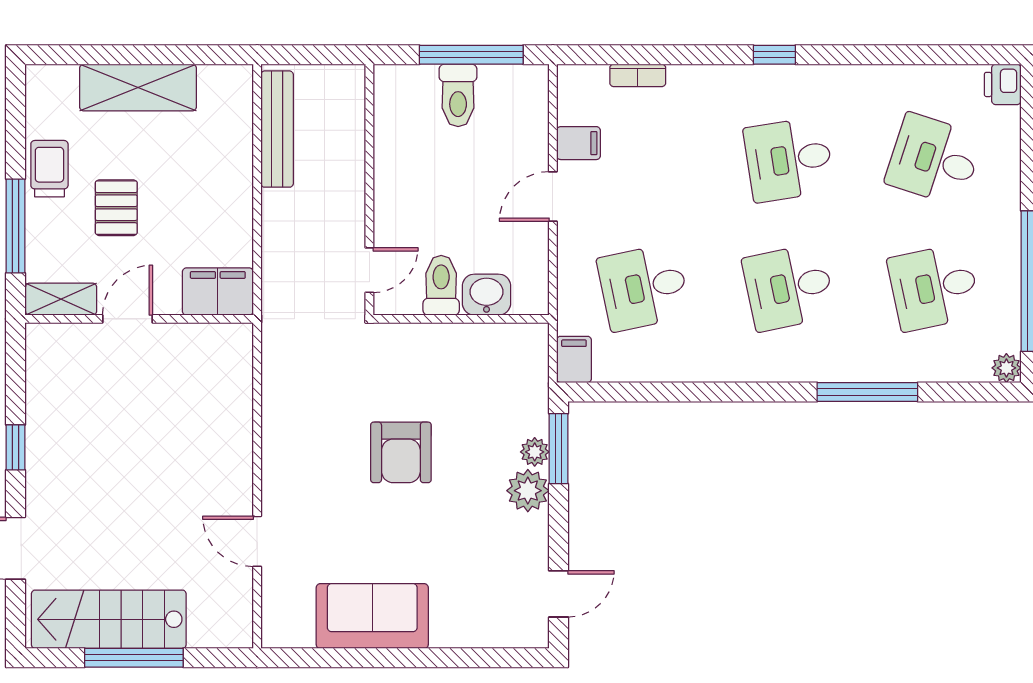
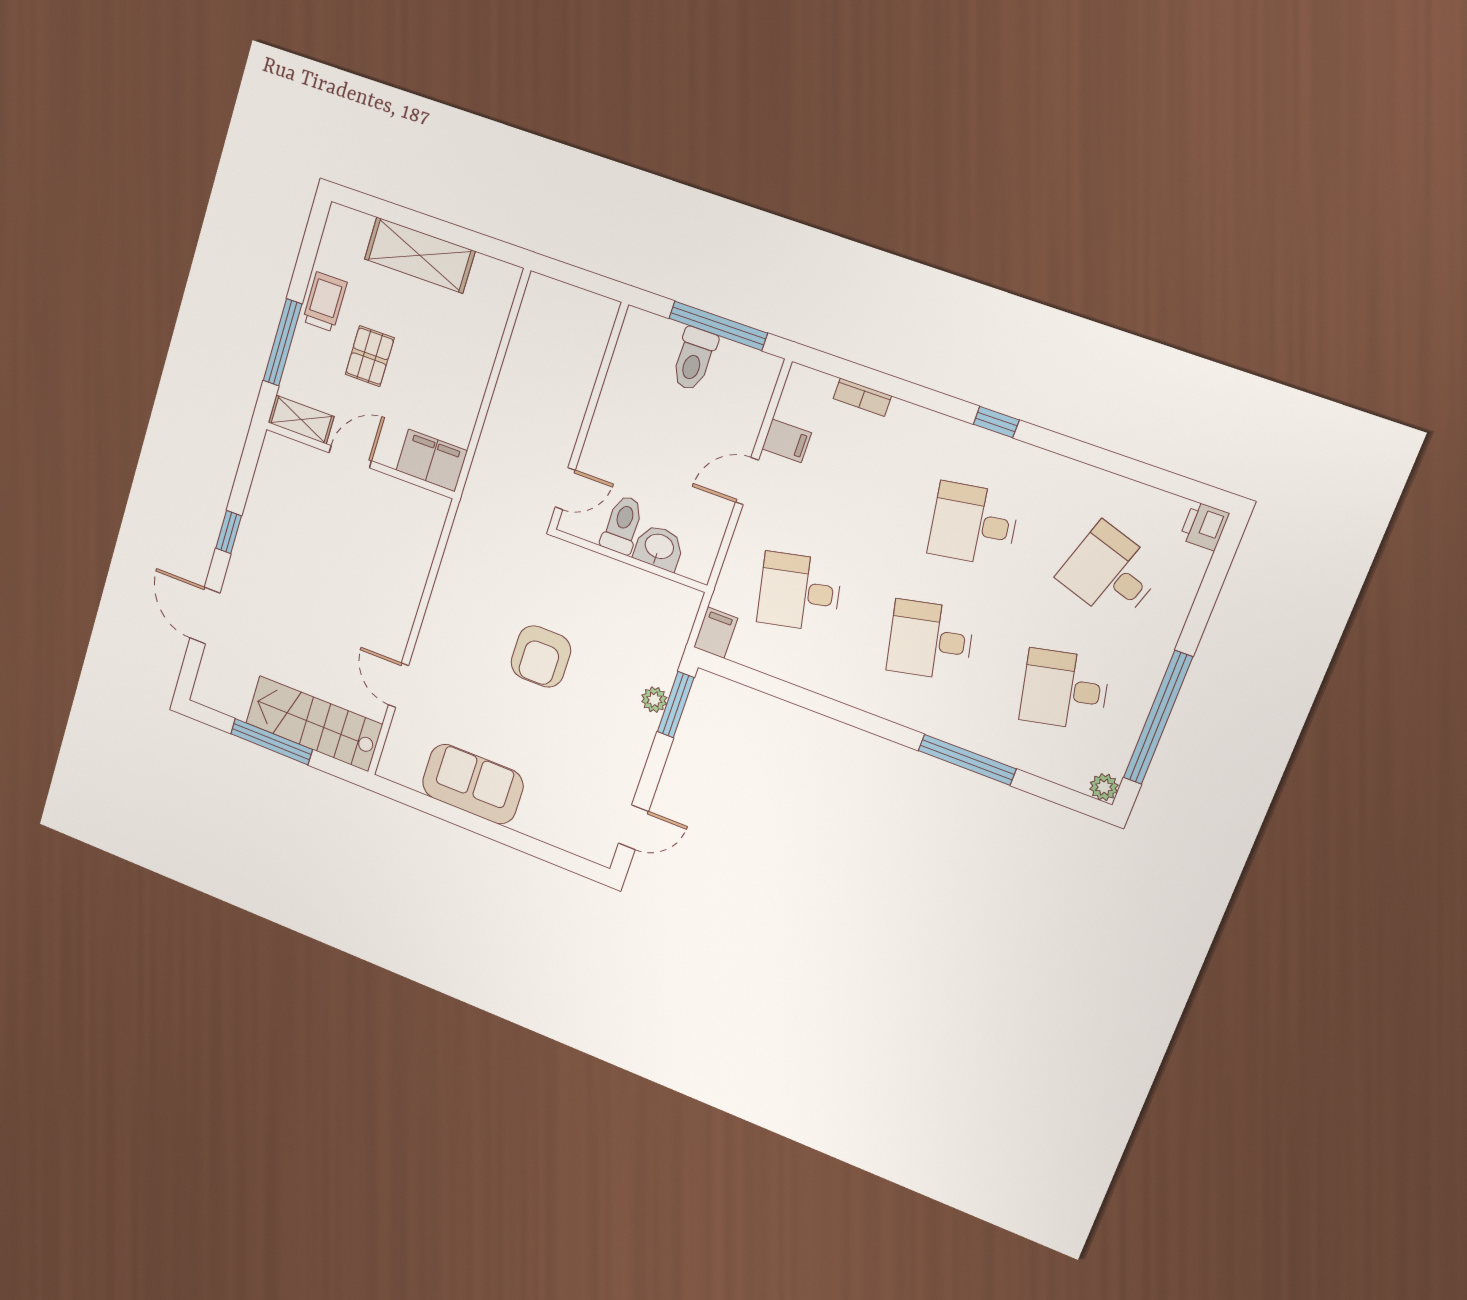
bench: (277, 129) -> (526, 334), removed
plant: (528, 491) -> (637, 730), removed
stairs: (109, 619) -> (314, 724), moved

